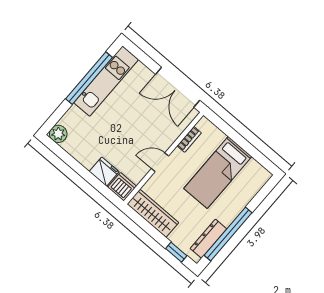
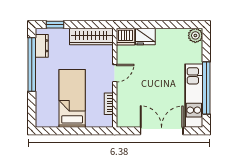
double door: (178, 87) -> (162, 131), moved
dresser: (209, 239) -> (42, 46), width x0.70

